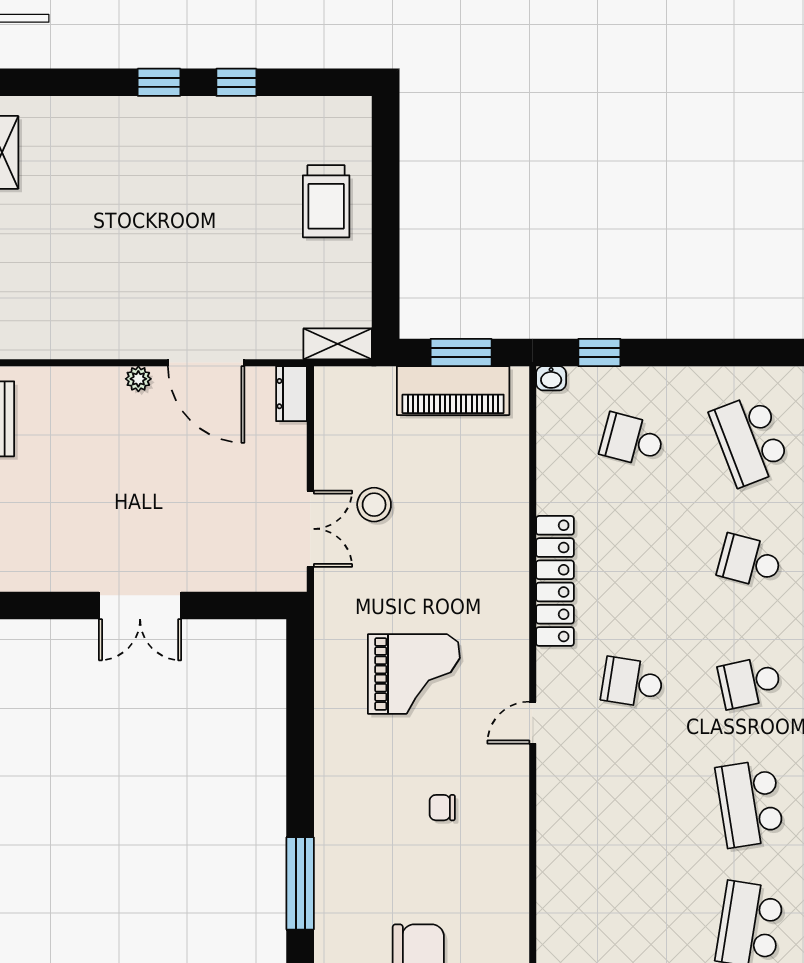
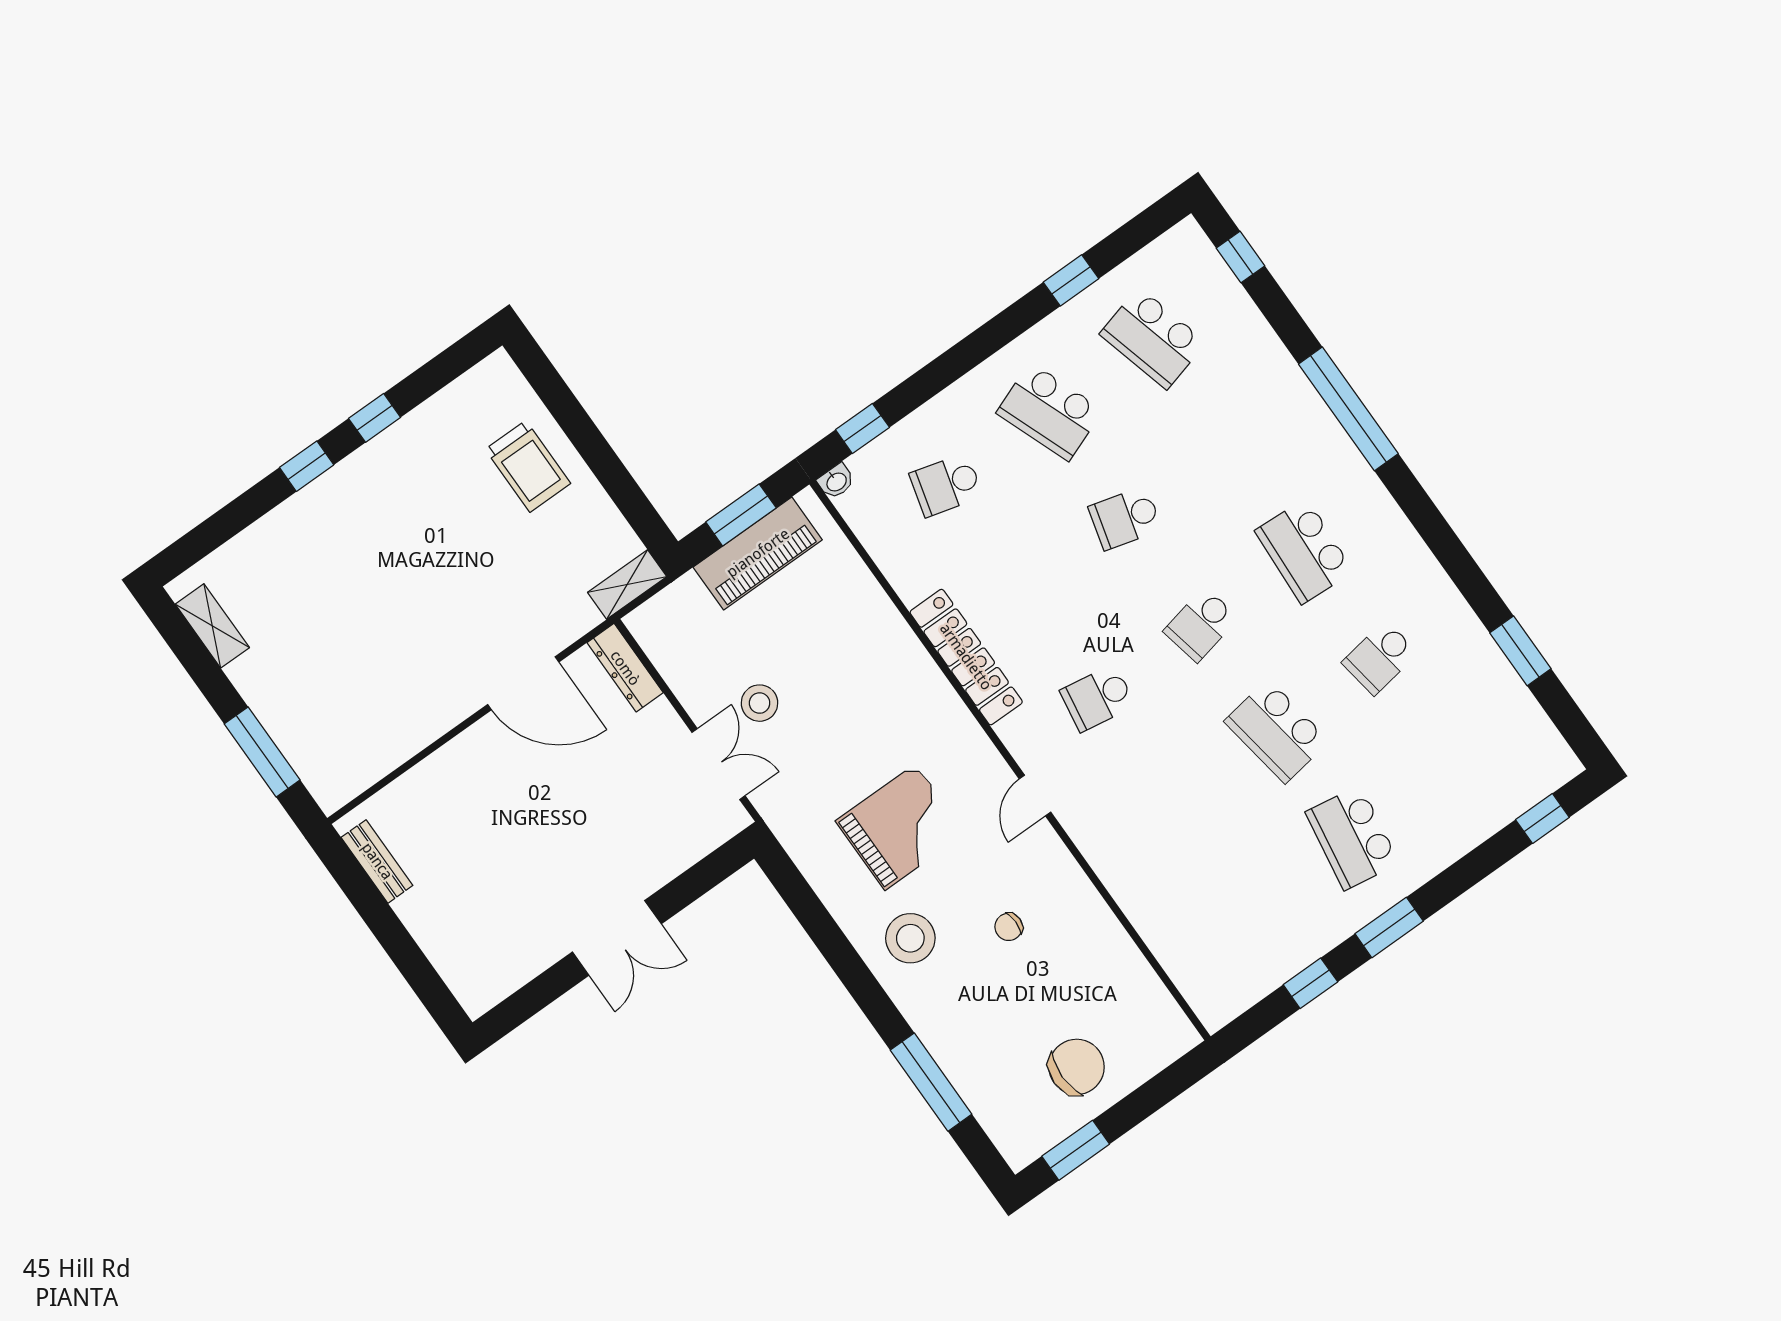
plant: (138, 379) -> (474, 740), removed
dresser: (292, 394) -> (625, 668), width x1.44
stool: (362, 763) -> (910, 938), added

